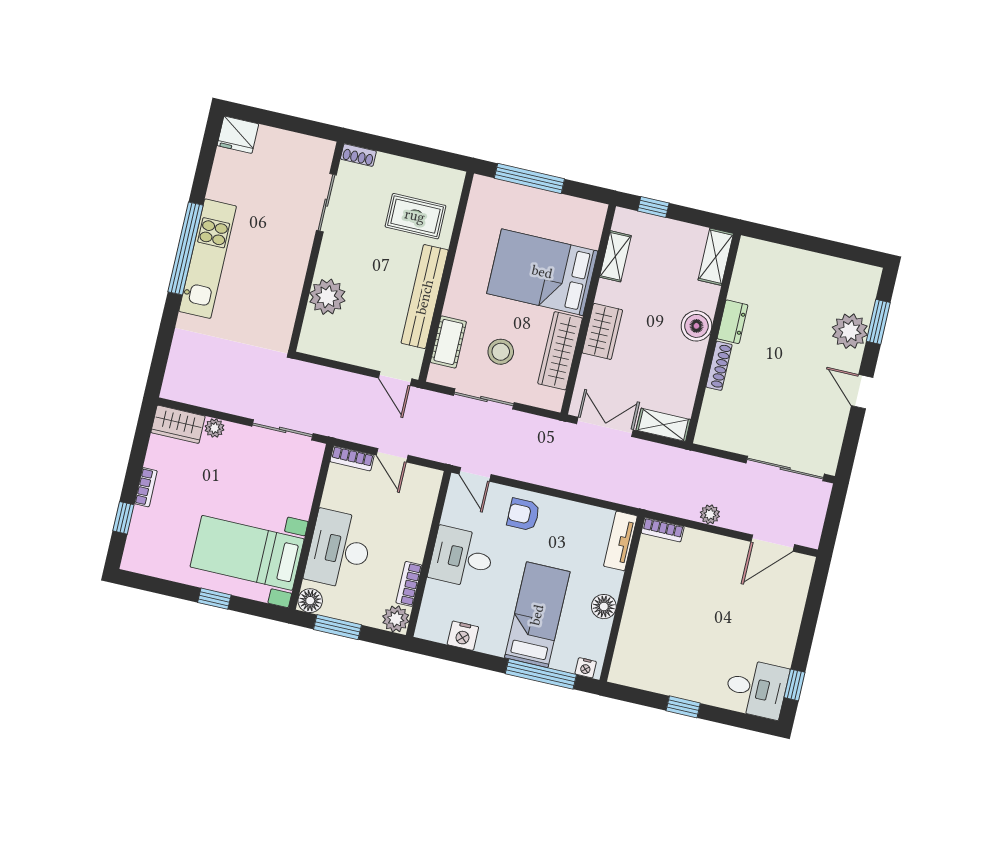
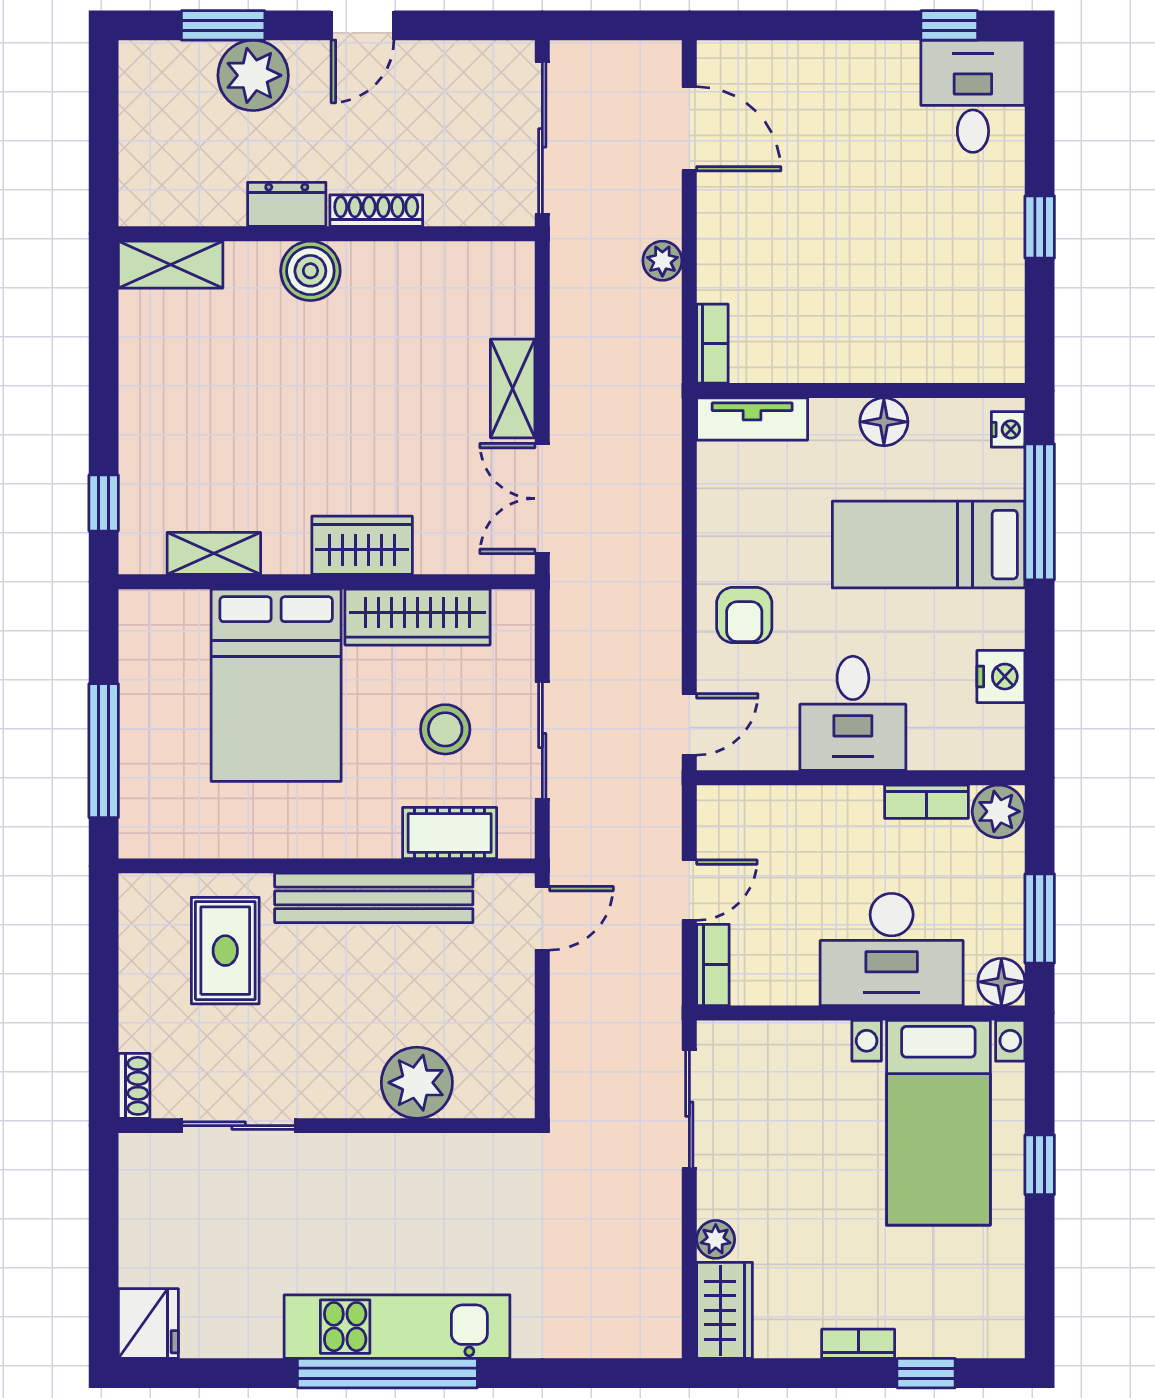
shelving: (716, 257) -> (171, 265), moved
dresser: (732, 322) -> (287, 204), moved
boiler: (696, 326) -> (310, 271), moved
wall: (713, 338) -> (327, 234), moved
shoe rack: (719, 366) -> (376, 211), moved

